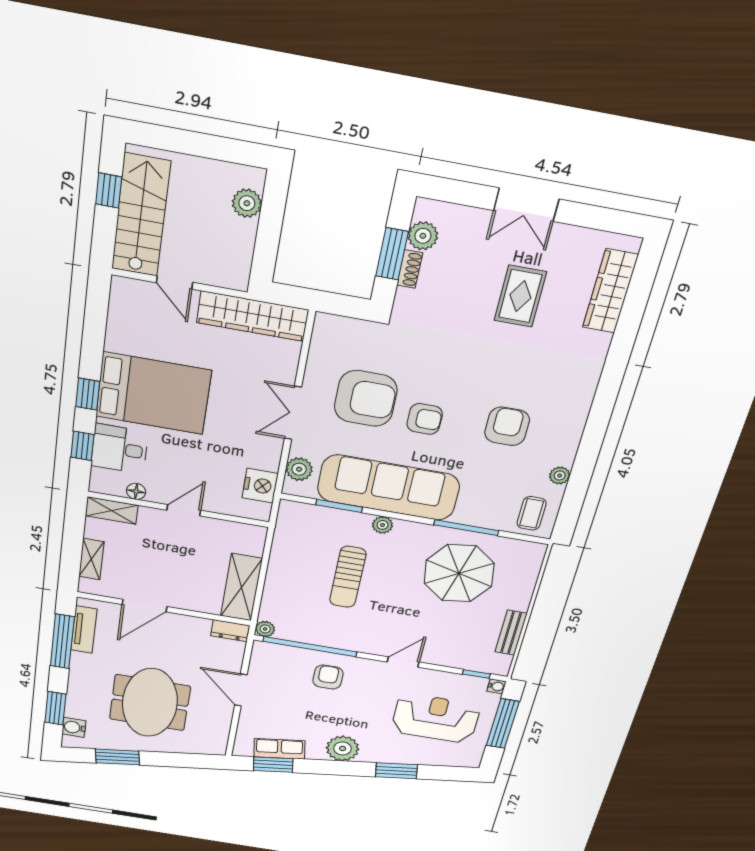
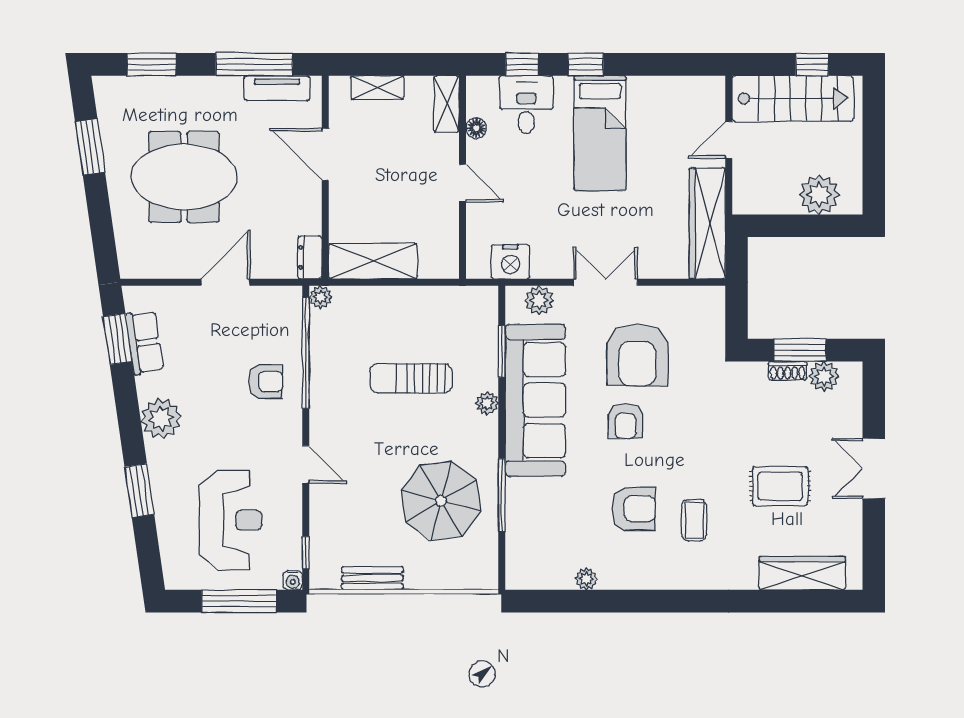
plant: (247, 203) -> (819, 195), width x1.36, depth x1.36
bed: (153, 393) -> (600, 133), width x0.67
coffee table: (532, 513) -> (694, 520), moved, turned 90
water cooler: (74, 727) -> (126, 89), removed

